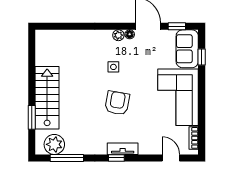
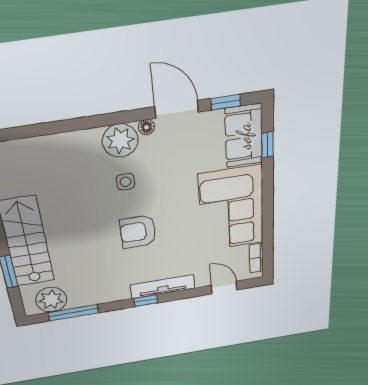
plant: (118, 35) -> (120, 141), width x1.87, depth x1.87
armchair: (117, 103) -> (138, 232), turned -100
tv unit: (123, 149) -> (163, 287), width x1.41

